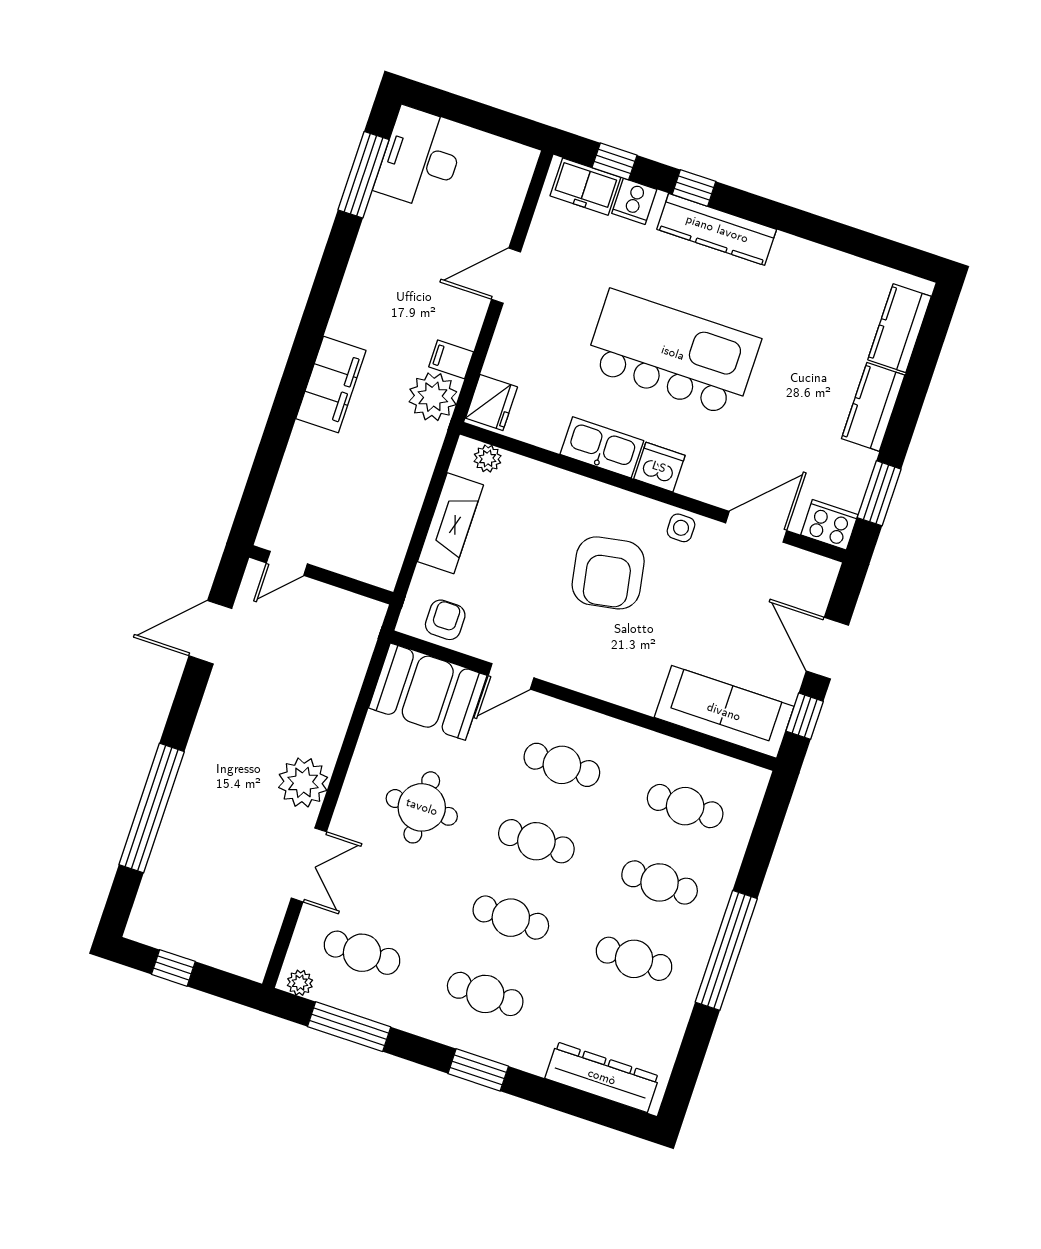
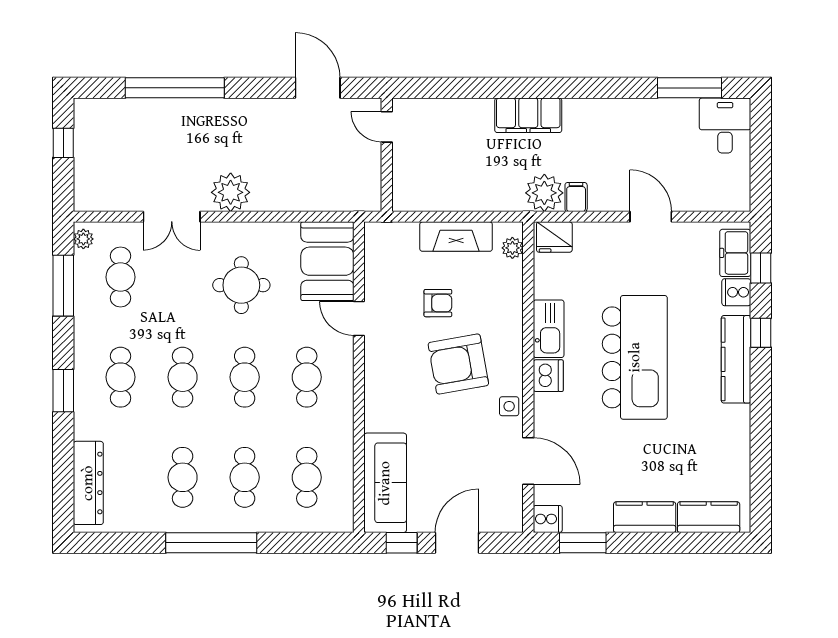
desk: (421, 158) -> (725, 126), width x0.73
cooker: (829, 525) -> (548, 519), width x0.73
armchair: (445, 620) -> (438, 303), moved

